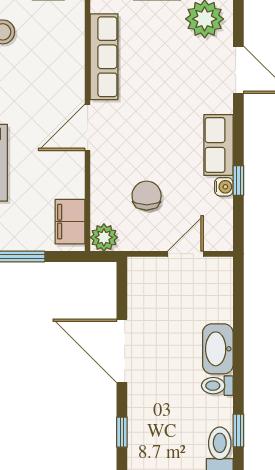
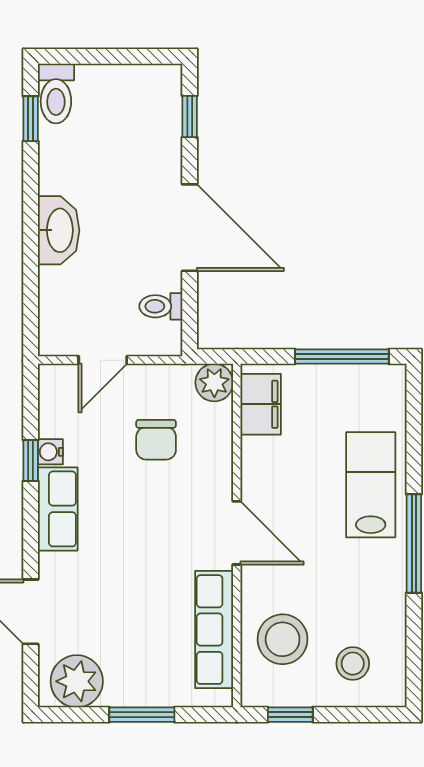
stool: (54, 50) -> (283, 639), added
door: (88, 127) -> (237, 533), hinge flipped
toilet: (217, 386) -> (161, 306), moved, turned 180

